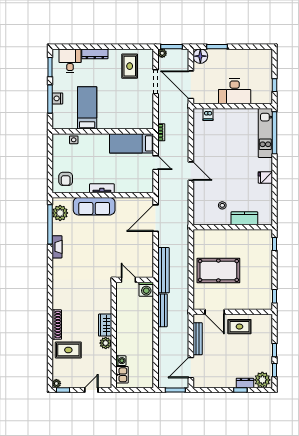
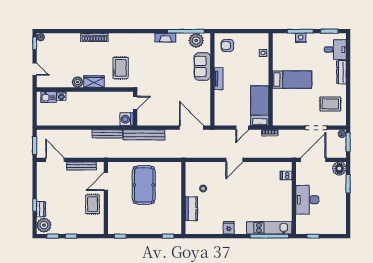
bed: (87, 108) -> (292, 80), moved
sofa: (94, 206) -> (202, 66), width x0.73
rug: (68, 350) -> (121, 68), moved

